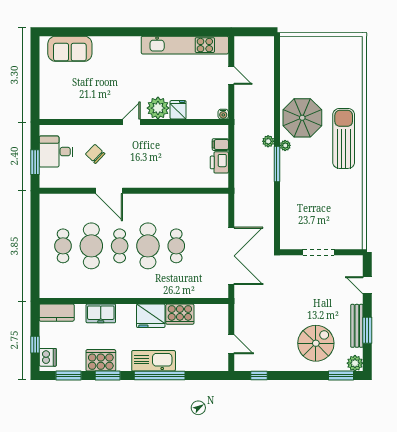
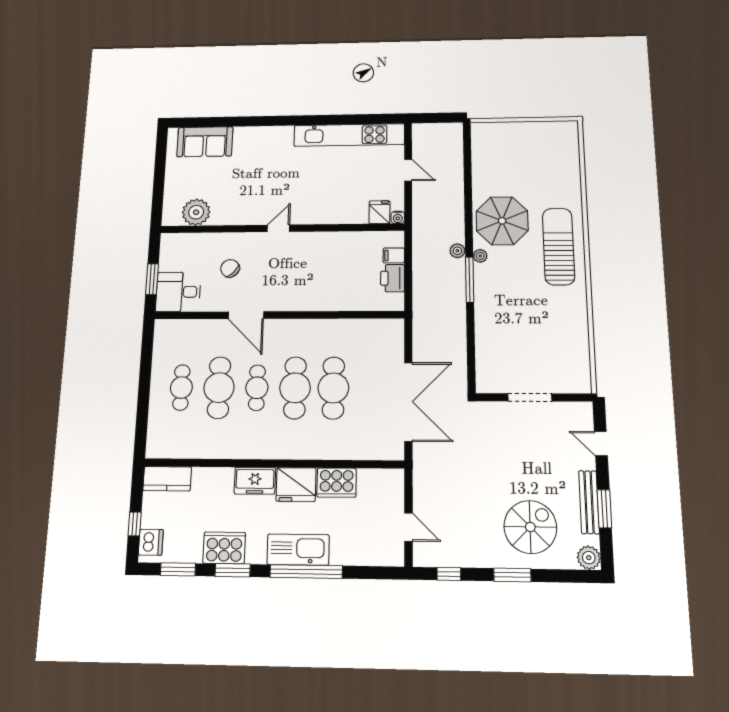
plant: (158, 108) -> (196, 212), moved
fridge: (178, 110) -> (379, 212), moved
desk: (56, 152) -> (178, 292), moved
cafe table: (176, 246) -> (333, 388), width x1.37, depth x1.35
freezer: (101, 313) -> (255, 481), moved
window: (341, 376) -> (512, 575), moved

